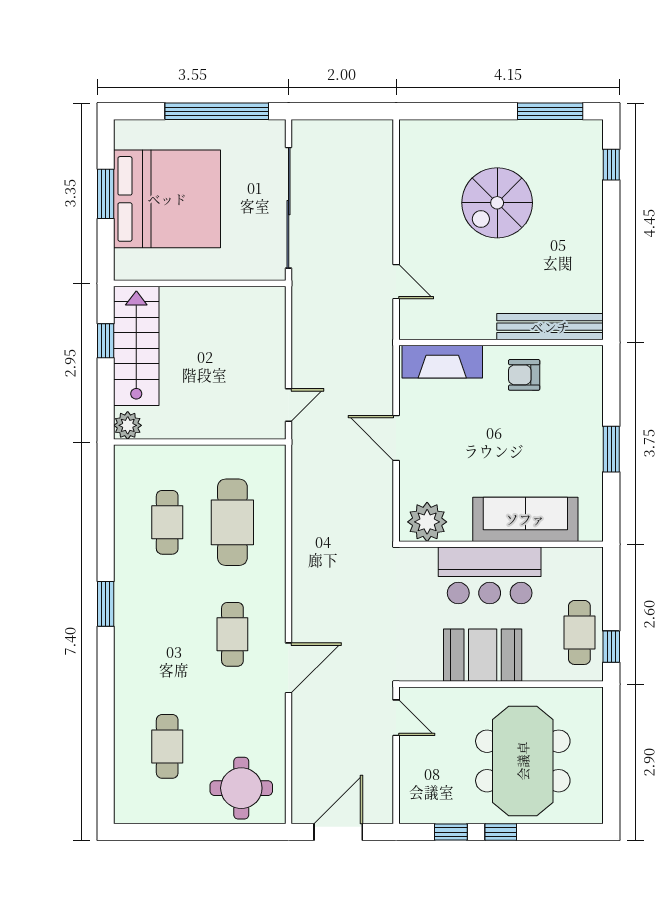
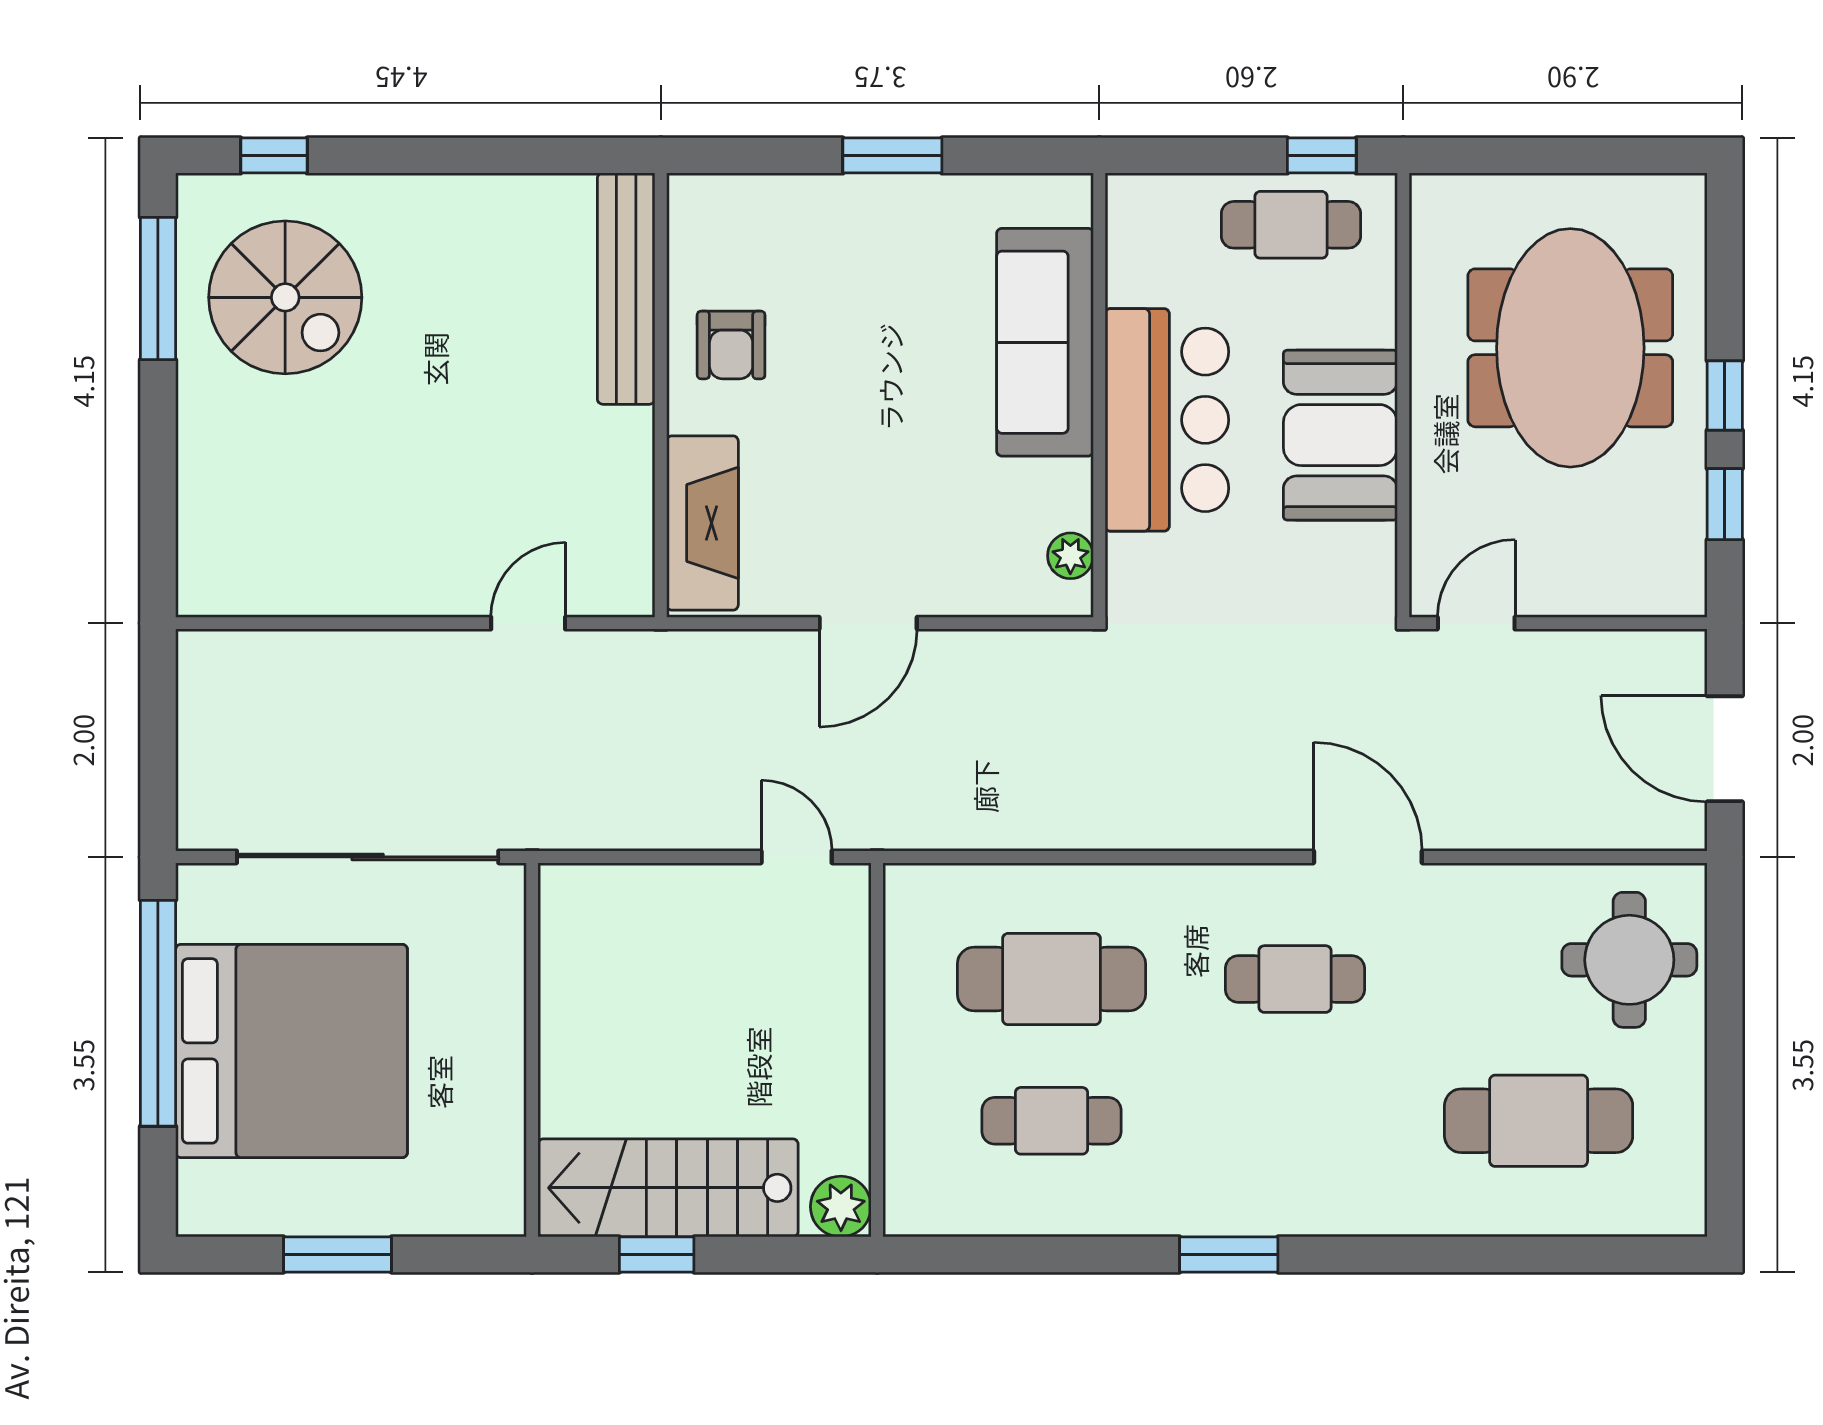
bed: (167, 199) -> (291, 1051), moved, turned 90
spiral stairs: (497, 203) -> (285, 297), moved
plant: (427, 522) -> (1070, 556), width x0.53, depth x0.53
cafe table: (167, 746) -> (1539, 1121), width x1.37, depth x1.35
meeting table: (523, 761) -> (1570, 348), turned 90

